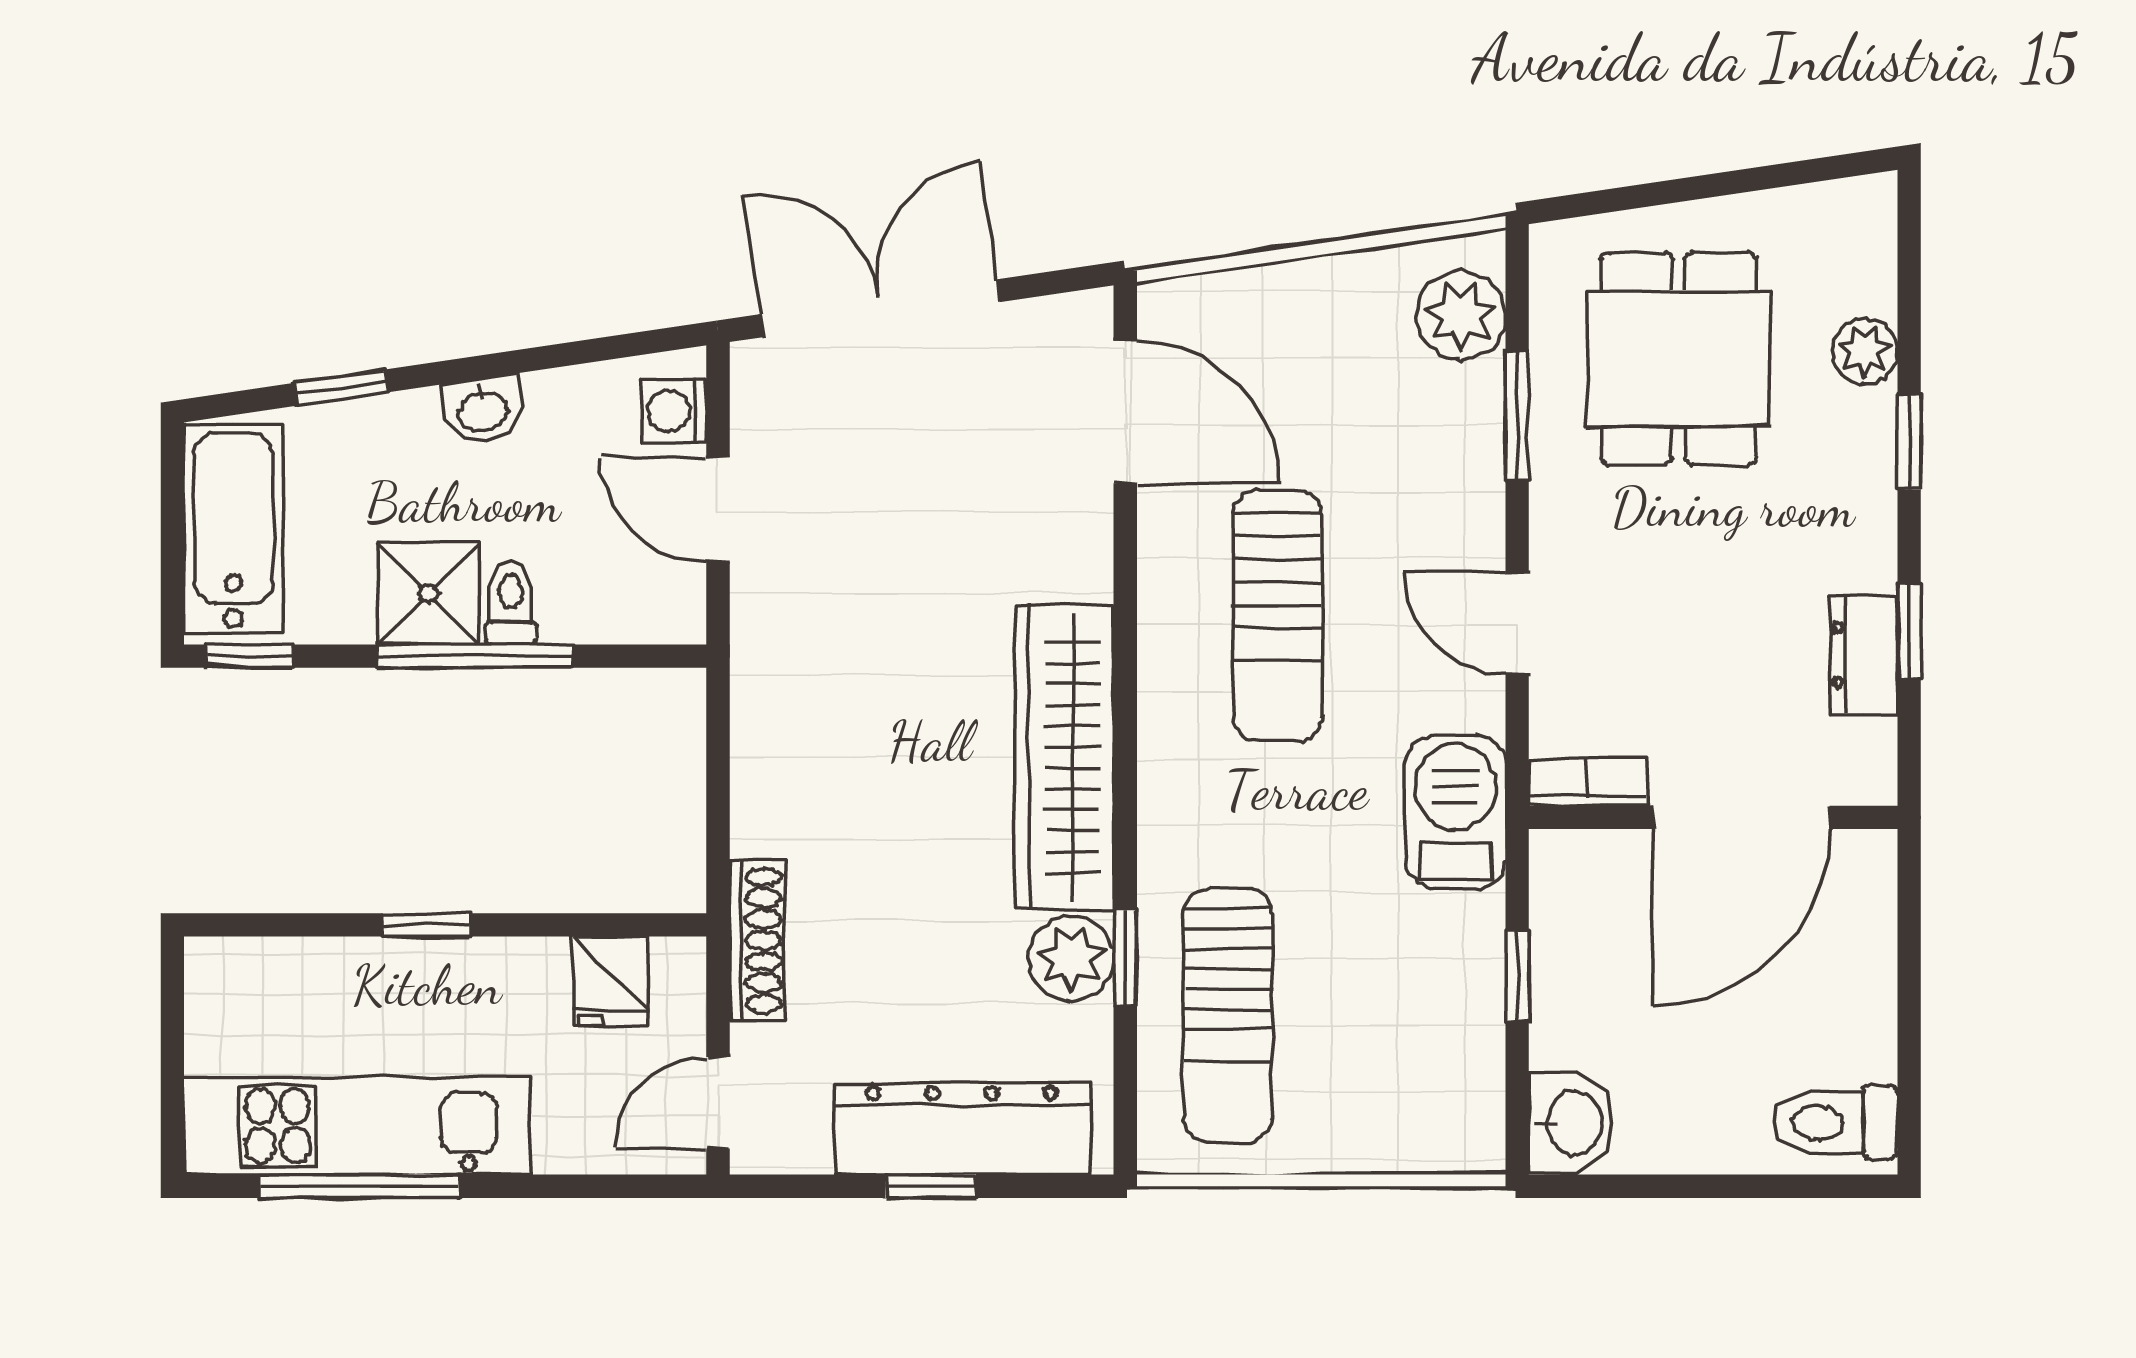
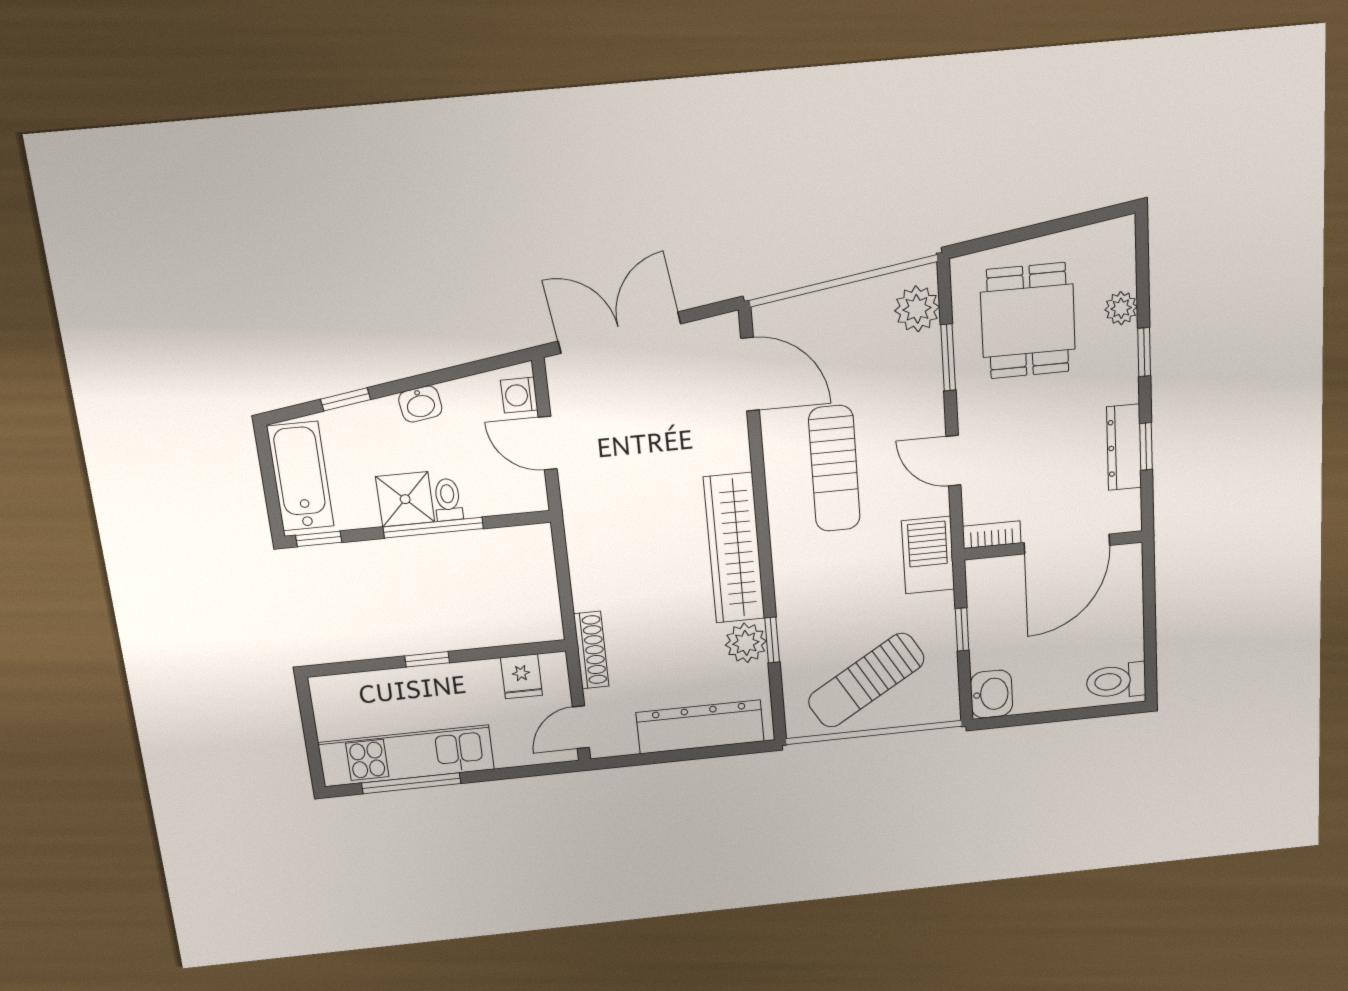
dresser: (1864, 655) -> (1124, 447), width x1.44
sun lounger: (1228, 1015) -> (866, 680), moved, turned 59
window: (931, 1186) -> (688, 754), removed

